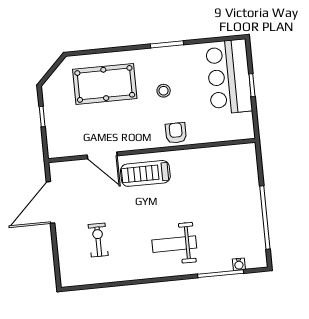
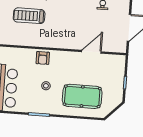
door: (102, 155) -> (91, 52), hinge flipped
treadmill: (145, 173) -> (29, 16), moved, turned 180

